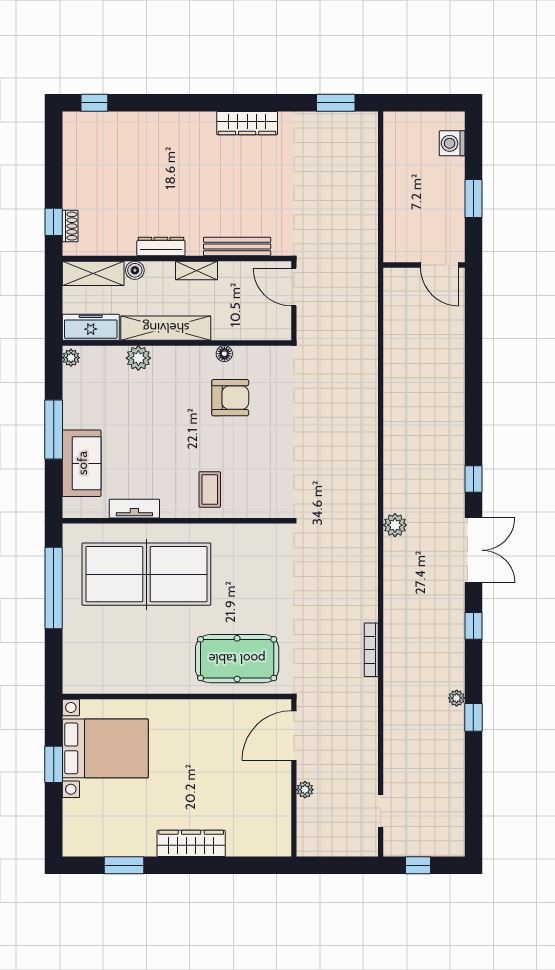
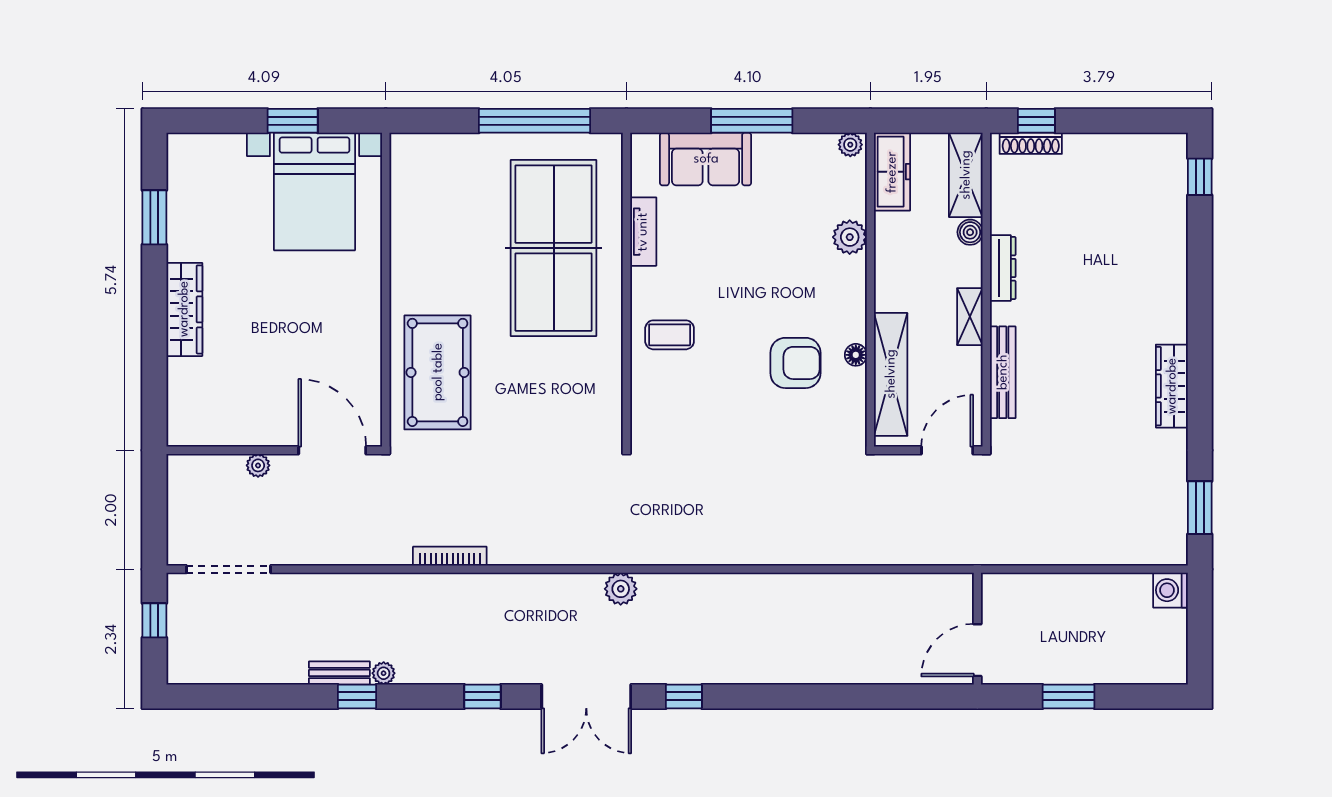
washing machine: (452, 143) -> (1170, 590), moved, turned -90
shoe rack: (70, 226) -> (1031, 143), width x1.43
shelving: (166, 328) -> (891, 374), moved
armchair: (230, 398) -> (795, 363), turned -90
bench: (456, 730) -> (339, 673), added
doorway: (381, 811) -> (228, 569), width x1.87

